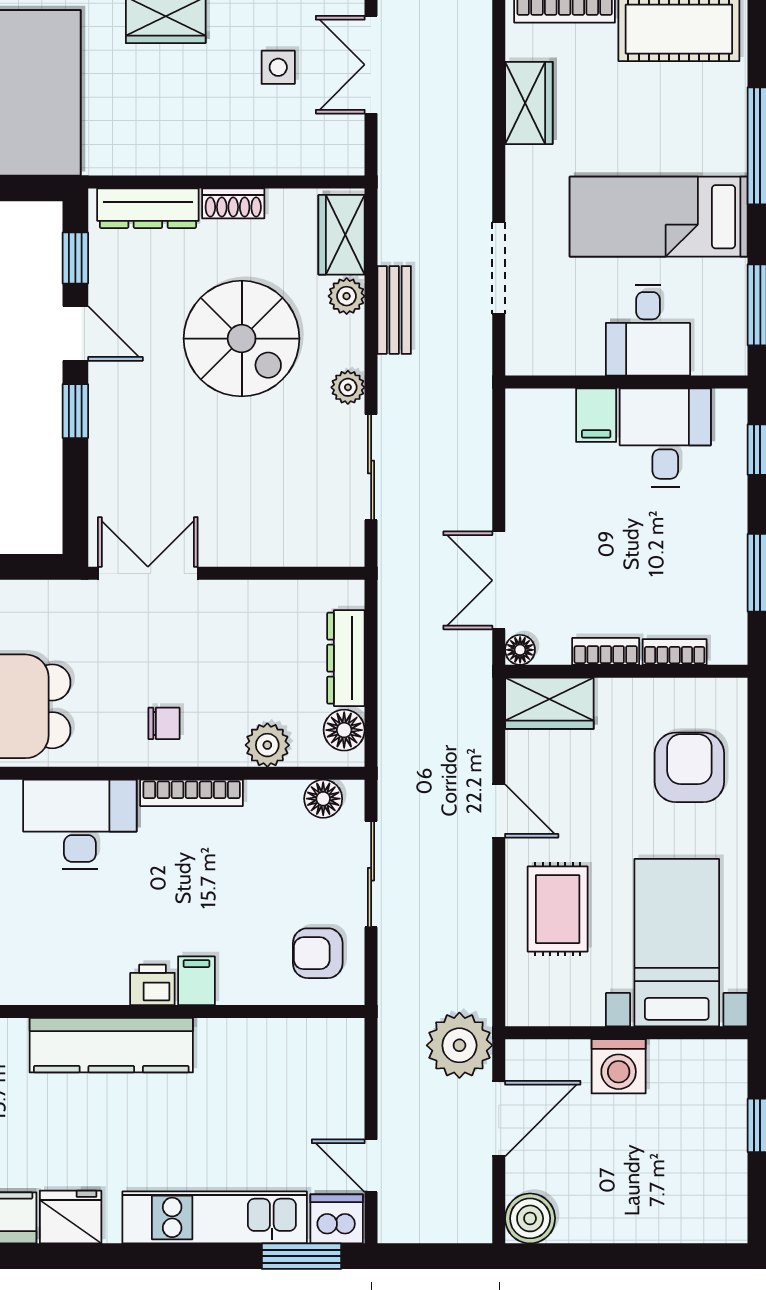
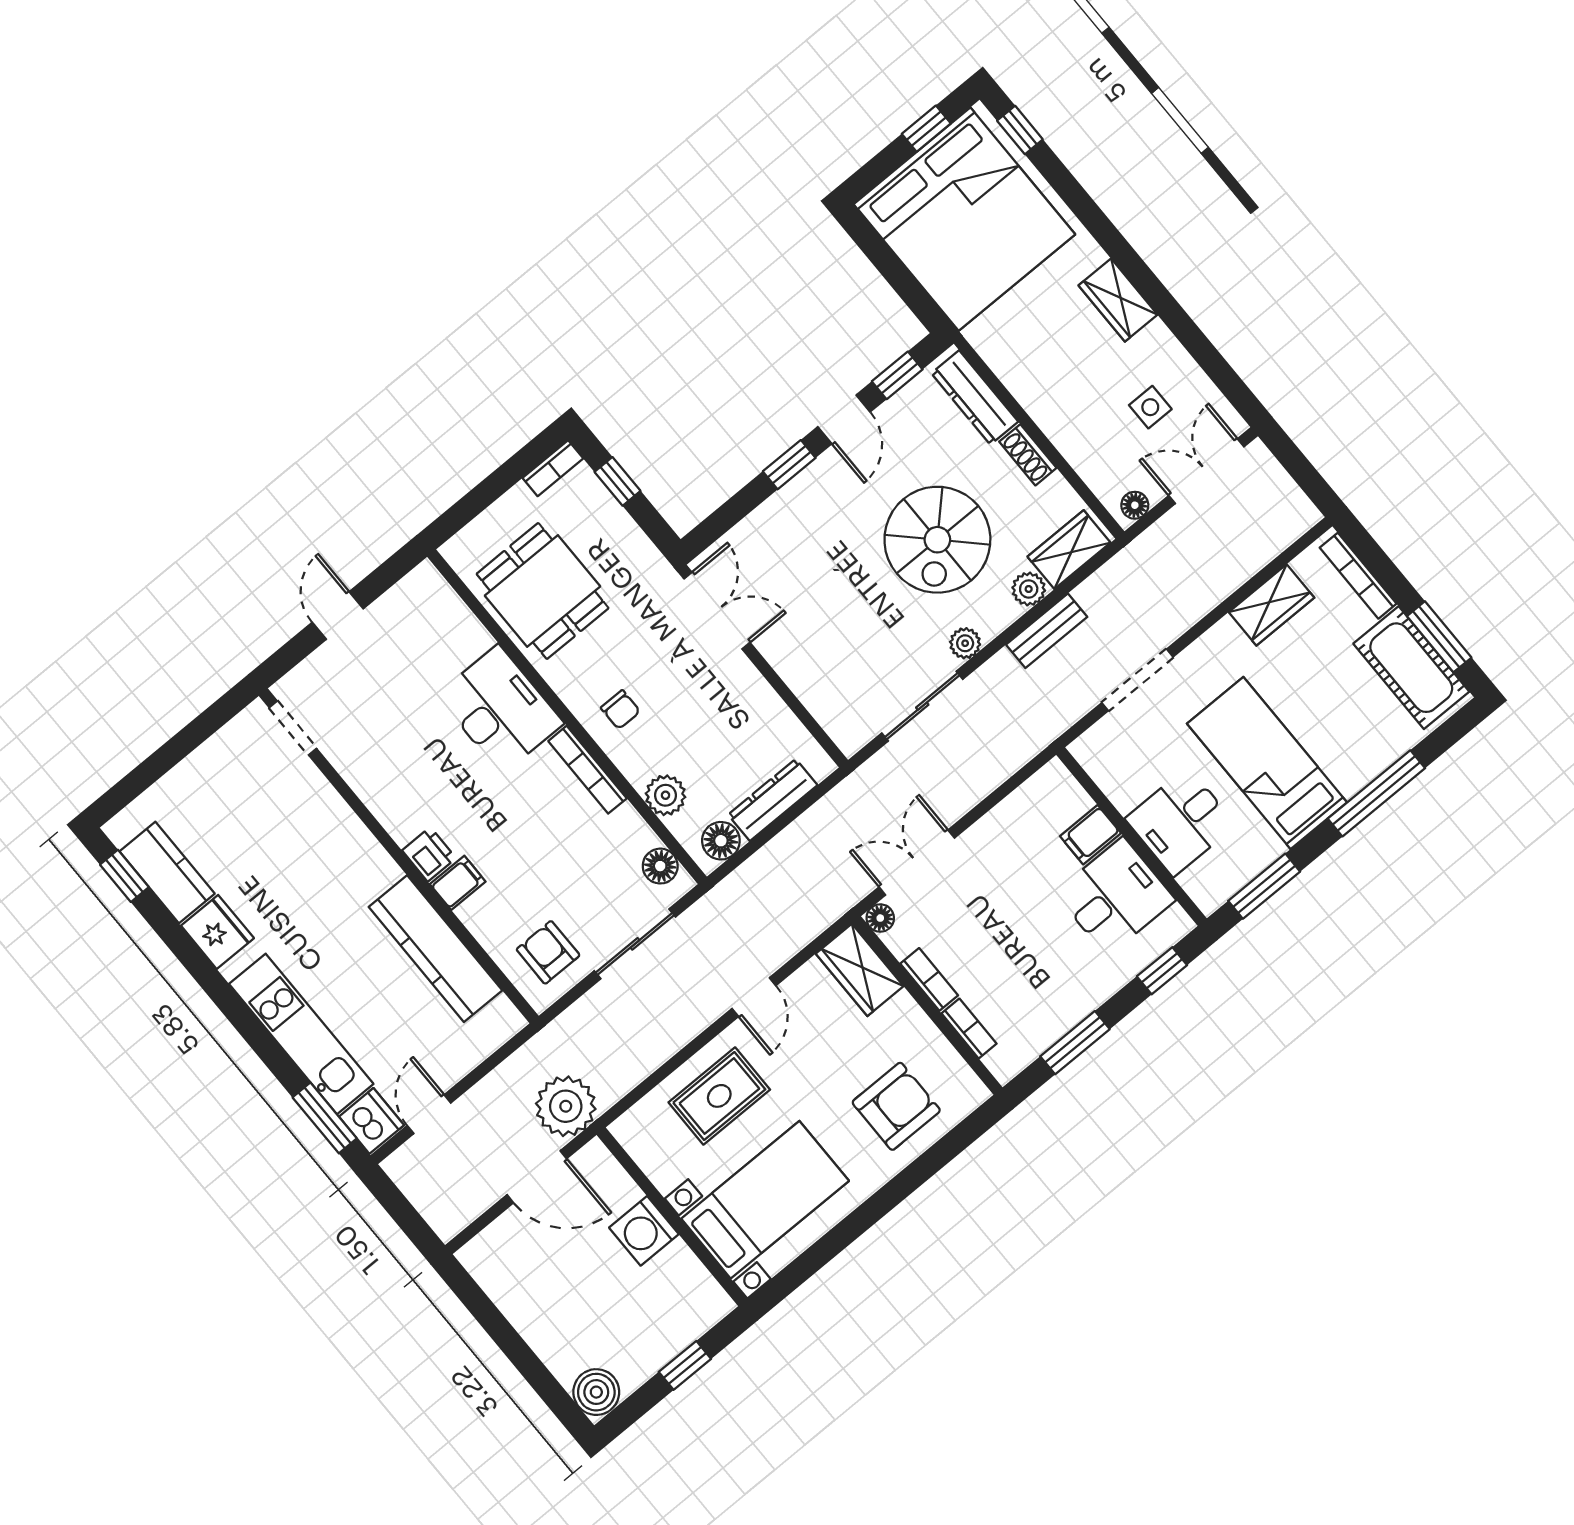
floor lamp: (350, 149) -> (1135, 505), added
kitchen counter: (111, 1045) -> (435, 949), moved
boiler: (530, 1218) -> (596, 1392), moved

